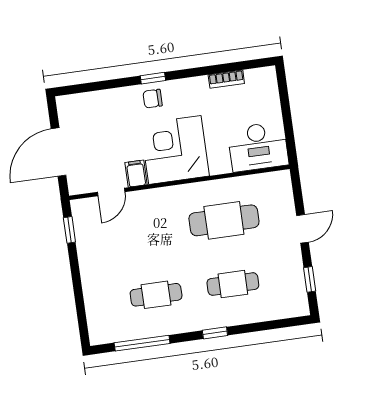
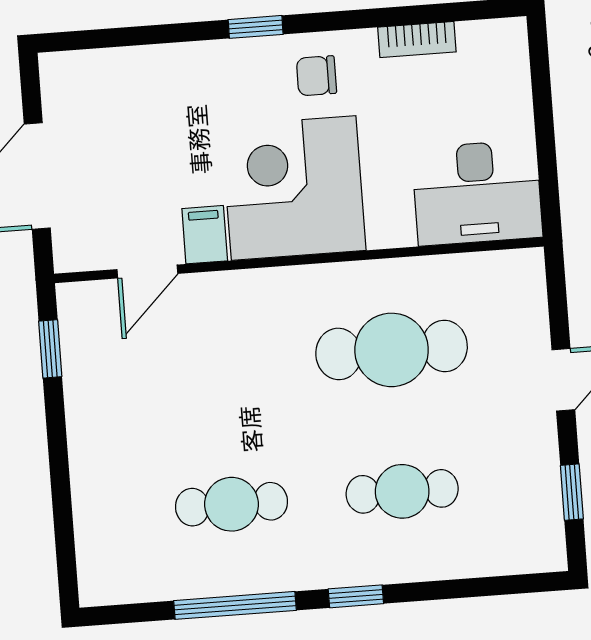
chair: (153, 99) -> (316, 76), moved
window: (142, 343) -> (235, 605), moved

